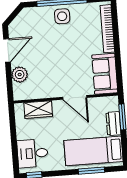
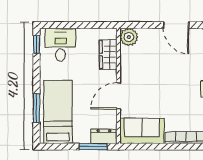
plant: (20, 75) -> (129, 37), moved
dresser: (113, 124) -> (104, 136), moved

